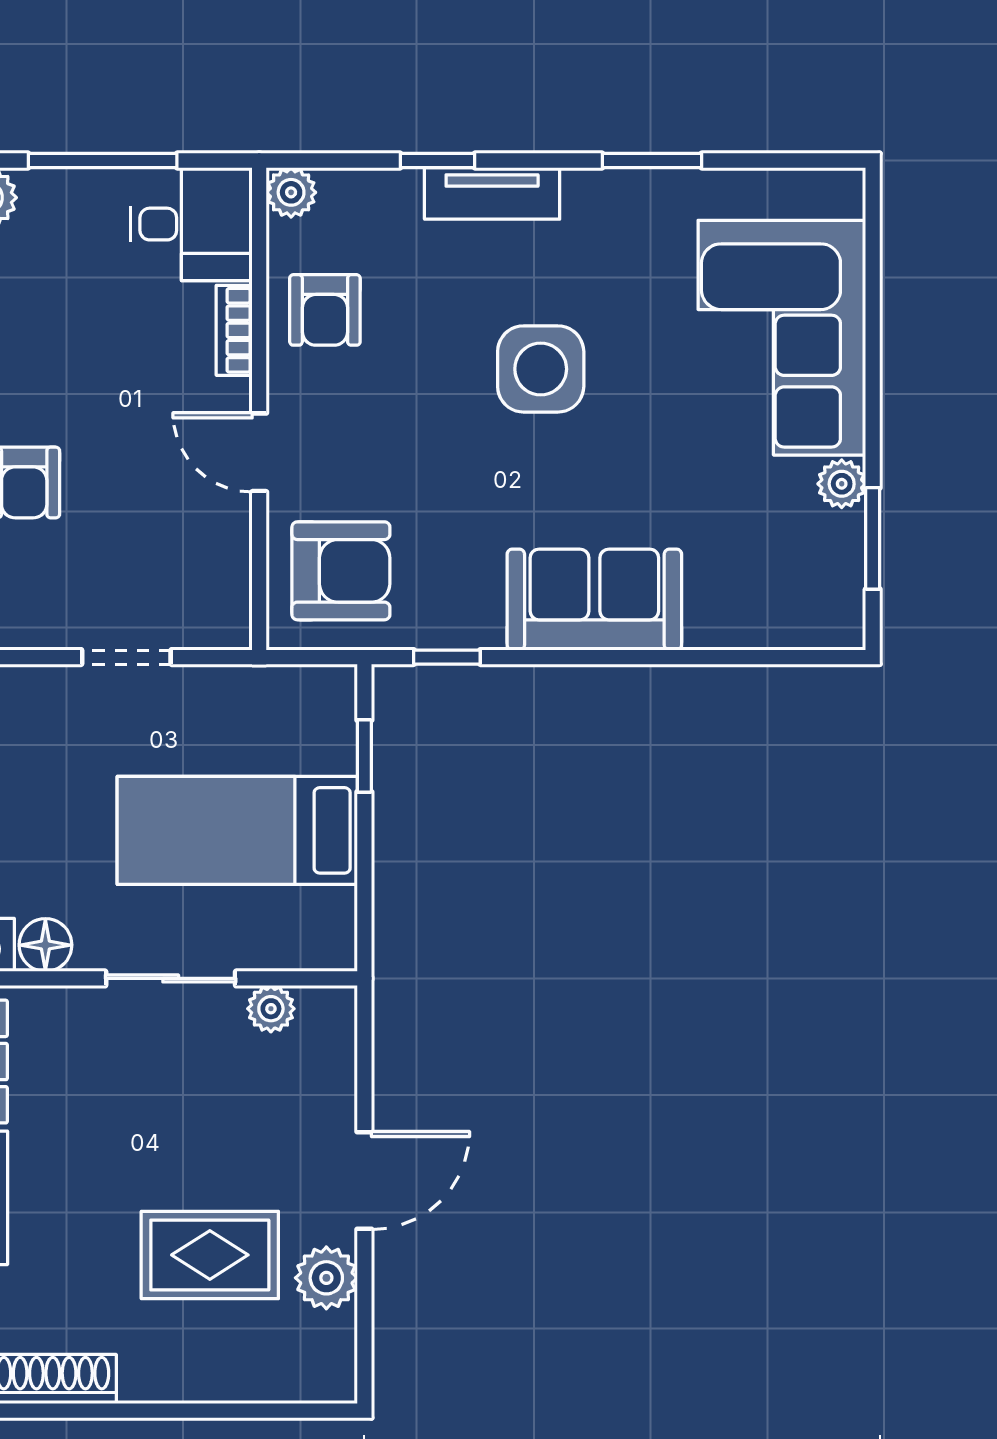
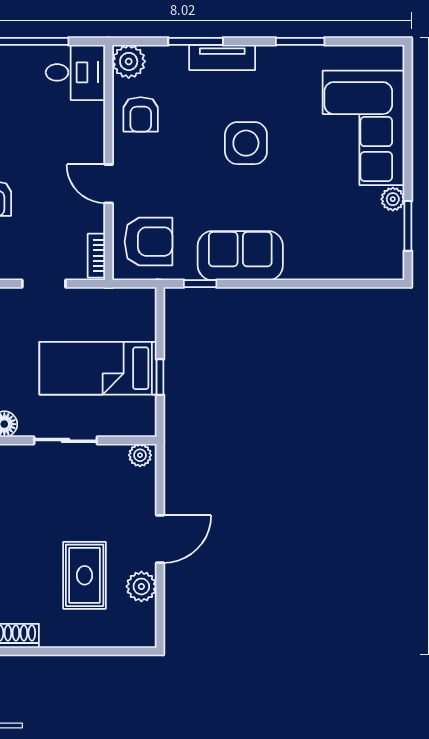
window: (437, 161) -> (196, 41), width x1.50
plant: (291, 192) -> (129, 61), width x1.38, depth x1.38
bookcase: (234, 330) -> (96, 256), moved
sofa: (594, 600) -> (240, 256), moved
window: (364, 756) -> (160, 377), moved
plant: (271, 1009) -> (140, 455), moved
rug: (210, 1255) -> (85, 575), turned 90

